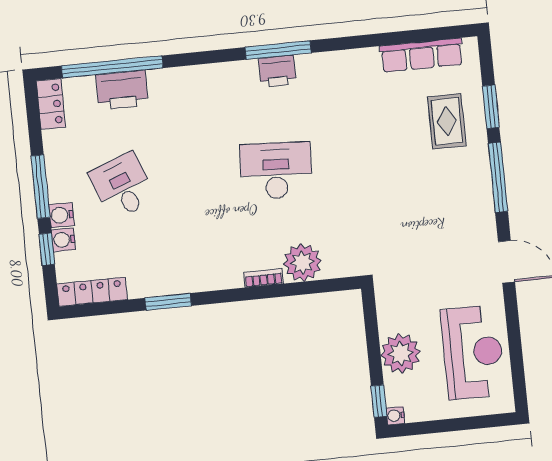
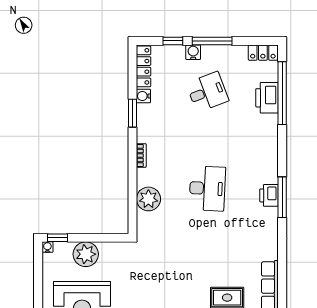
water cooler: (63, 240) -> (143, 96), moved, turned -90
bookcase: (264, 278) -> (141, 156), moved

